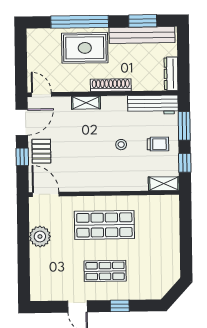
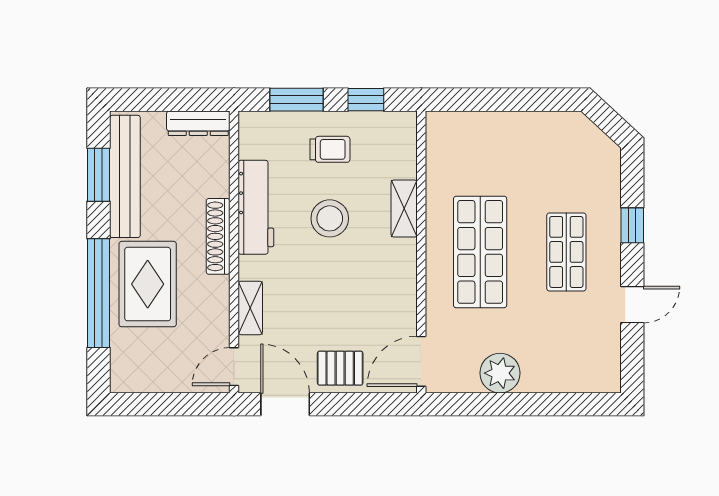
shelving: (86, 103) -> (250, 308), moved
workbench: (153, 105) -> (256, 207), moved
trolley: (158, 144) -> (330, 149), turned 90
stool: (121, 145) -> (330, 218), width x1.89, depth x1.89
window: (22, 157) -> (350, 404), removed
shelving: (164, 184) -> (404, 209), moved

